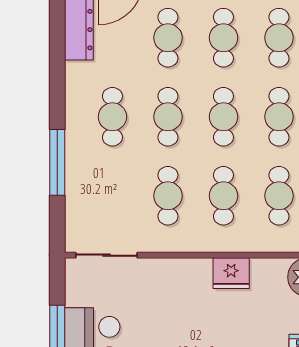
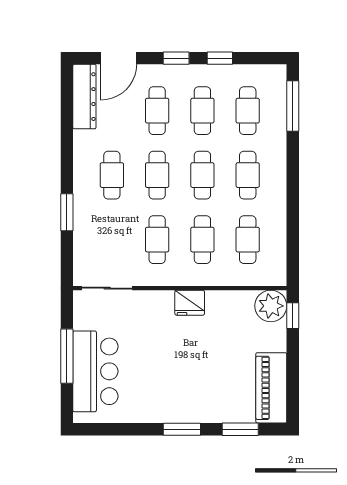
window: (57, 162) -> (67, 212), width x0.69
fridge: (231, 273) -> (190, 303), moved

